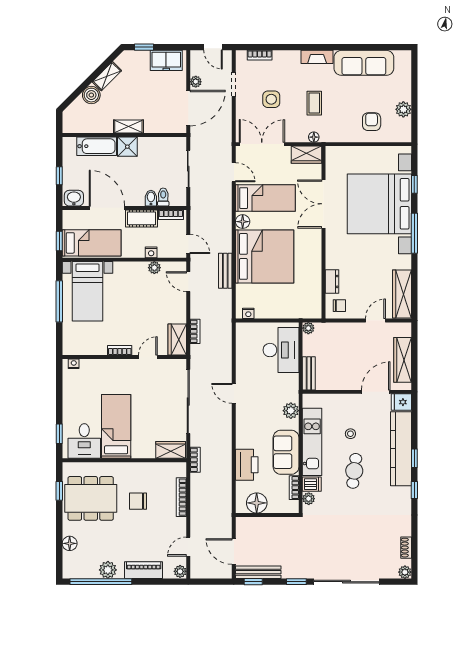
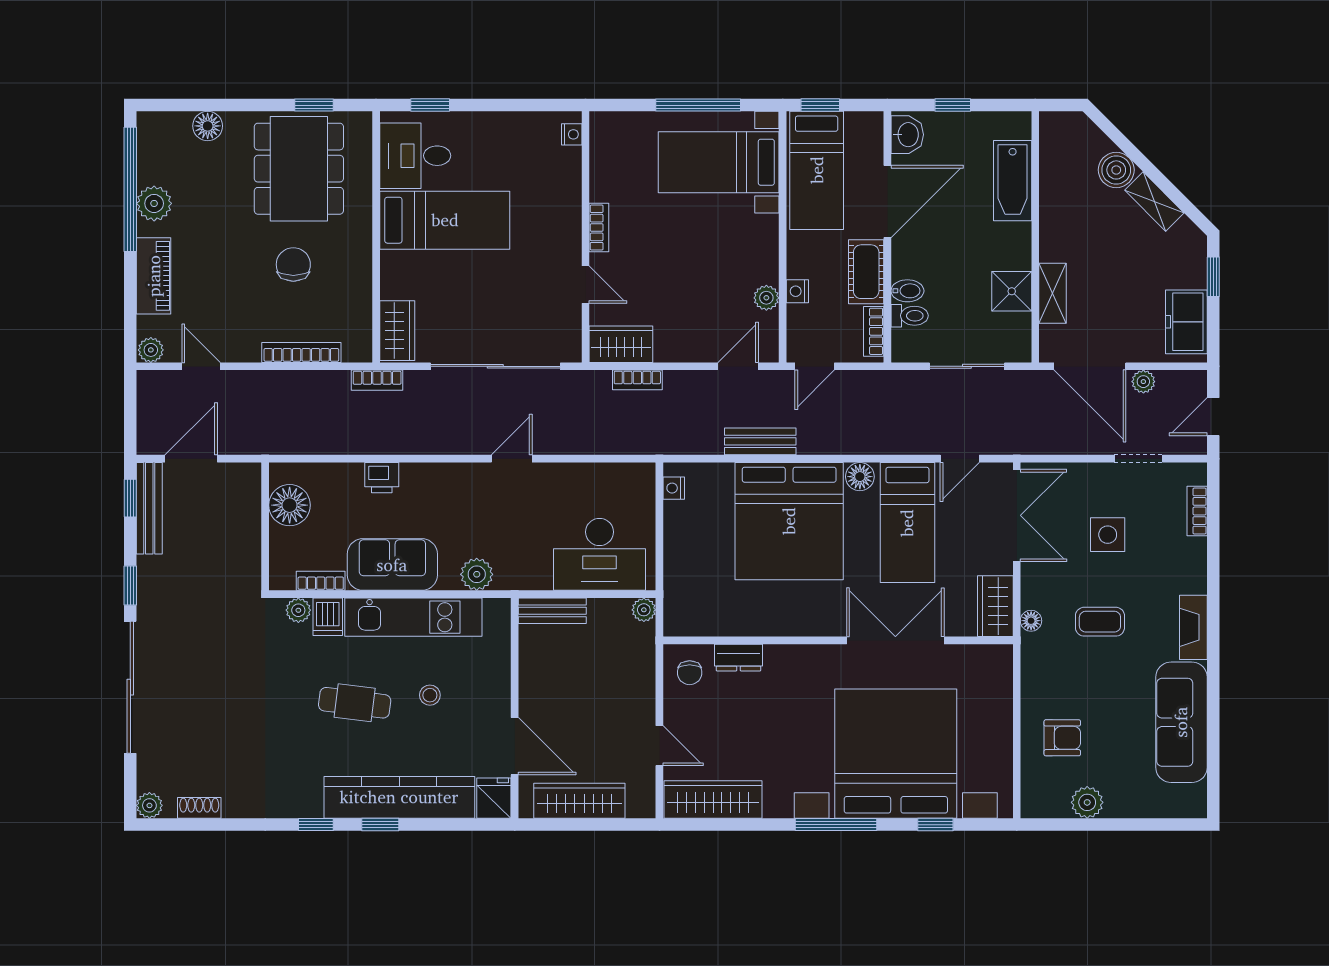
shelving: (128, 126) -> (1052, 293), moved
shower: (127, 147) -> (1012, 291), moved
printer: (247, 465) -> (382, 478), width x0.53, depth x0.68

